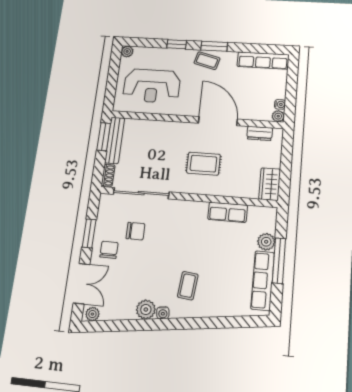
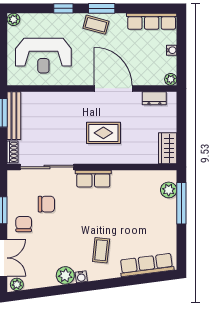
water cooler: (280, 104) -> (172, 50), moved
row of seats: (228, 212) -> (93, 179), moved
plant: (266, 242) -> (169, 190), moved
window: (279, 261) -> (181, 203), moved
row of seats: (263, 281) -> (147, 265), moved, turned 82

